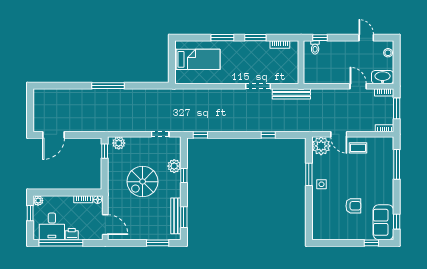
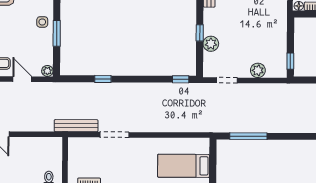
window: (108, 86) -> (248, 136), moved
plant: (119, 143) -> (258, 70), moved
plant: (321, 146) -> (47, 71), width x0.53, depth x0.53
spiral stairs: (143, 182) -> (247, 26), removed

